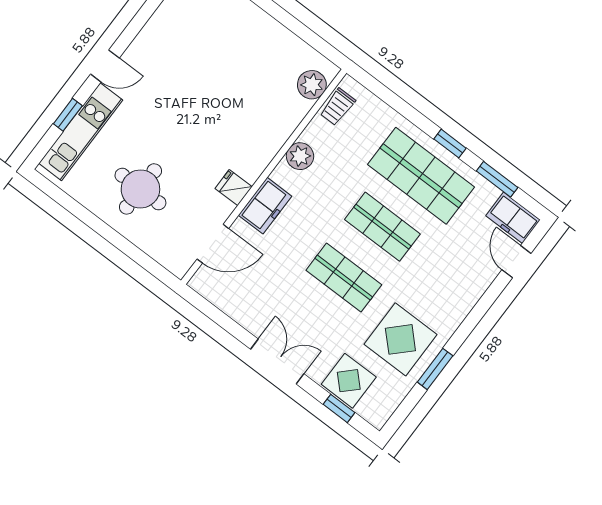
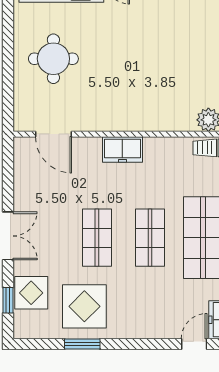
plant: (300, 156) -> (155, 148), removed
fridge: (234, 188) -> (101, 120), removed
freezer: (265, 206) -> (122, 149), moved

